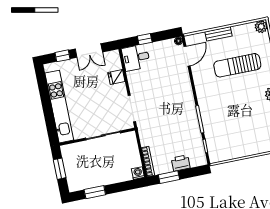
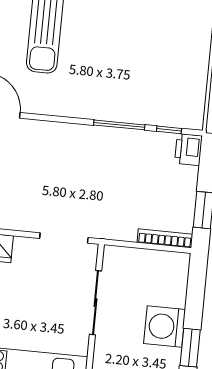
printer: (181, 163) -> (188, 150), moved
washing machine: (138, 173) -> (165, 326), moved, width x1.89, depth x1.89

